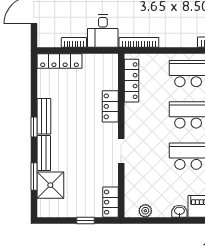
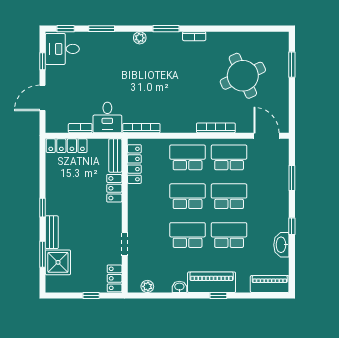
bench: (44, 116) -> (115, 155), moved
doorway: (121, 151) -> (125, 244), moved

